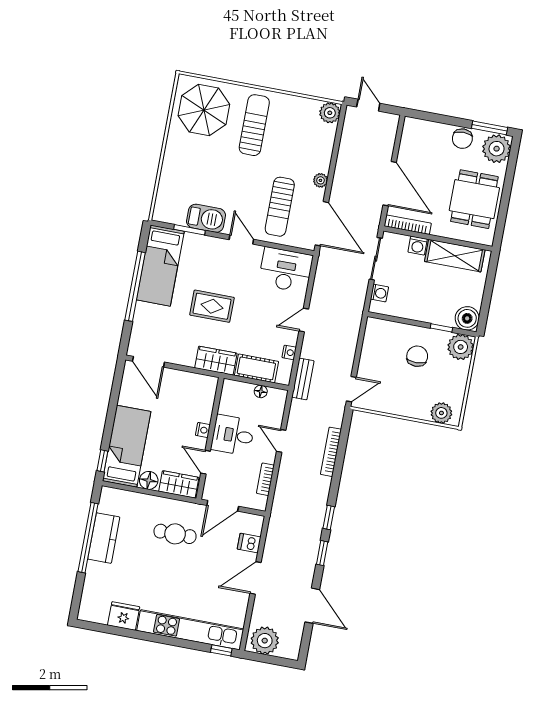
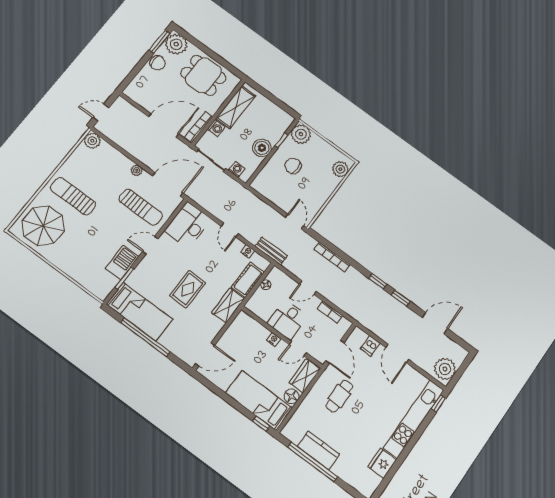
boiler: (467, 318) -> (262, 148), moved

